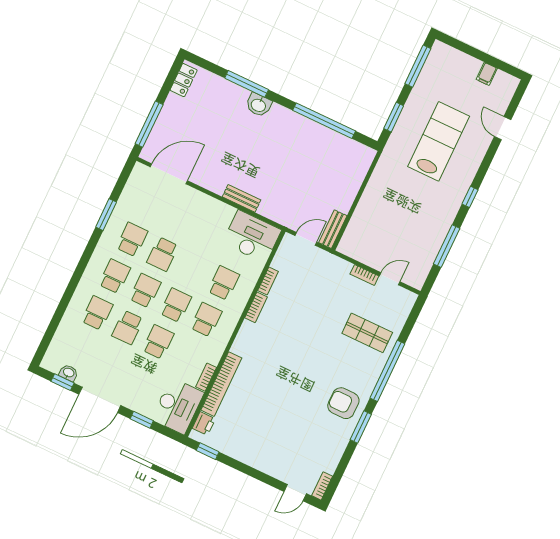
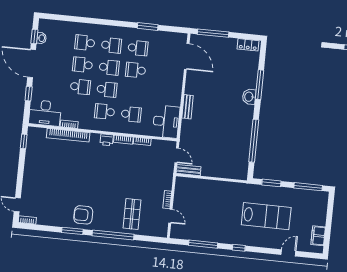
filing cabinet: (487, 74) -> (318, 236), width x2.00
school desk: (97, 313) -> (85, 43), turned 180
school desk: (206, 320) -> (105, 112), turned 180
armchair: (343, 403) -> (83, 215), turned -90
printer: (204, 424) -> (107, 140), moved

